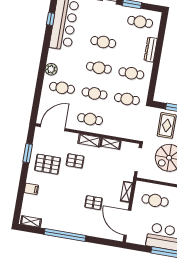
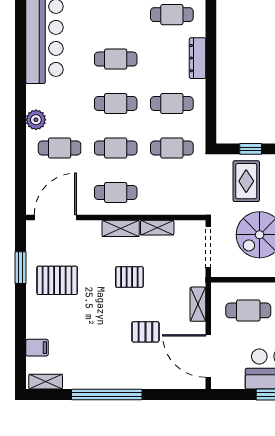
window: (51, 19) -> (20, 36), removed
pallet: (75, 161) -> (129, 277), moved
filing cabinet: (31, 189) -> (37, 348), moved

